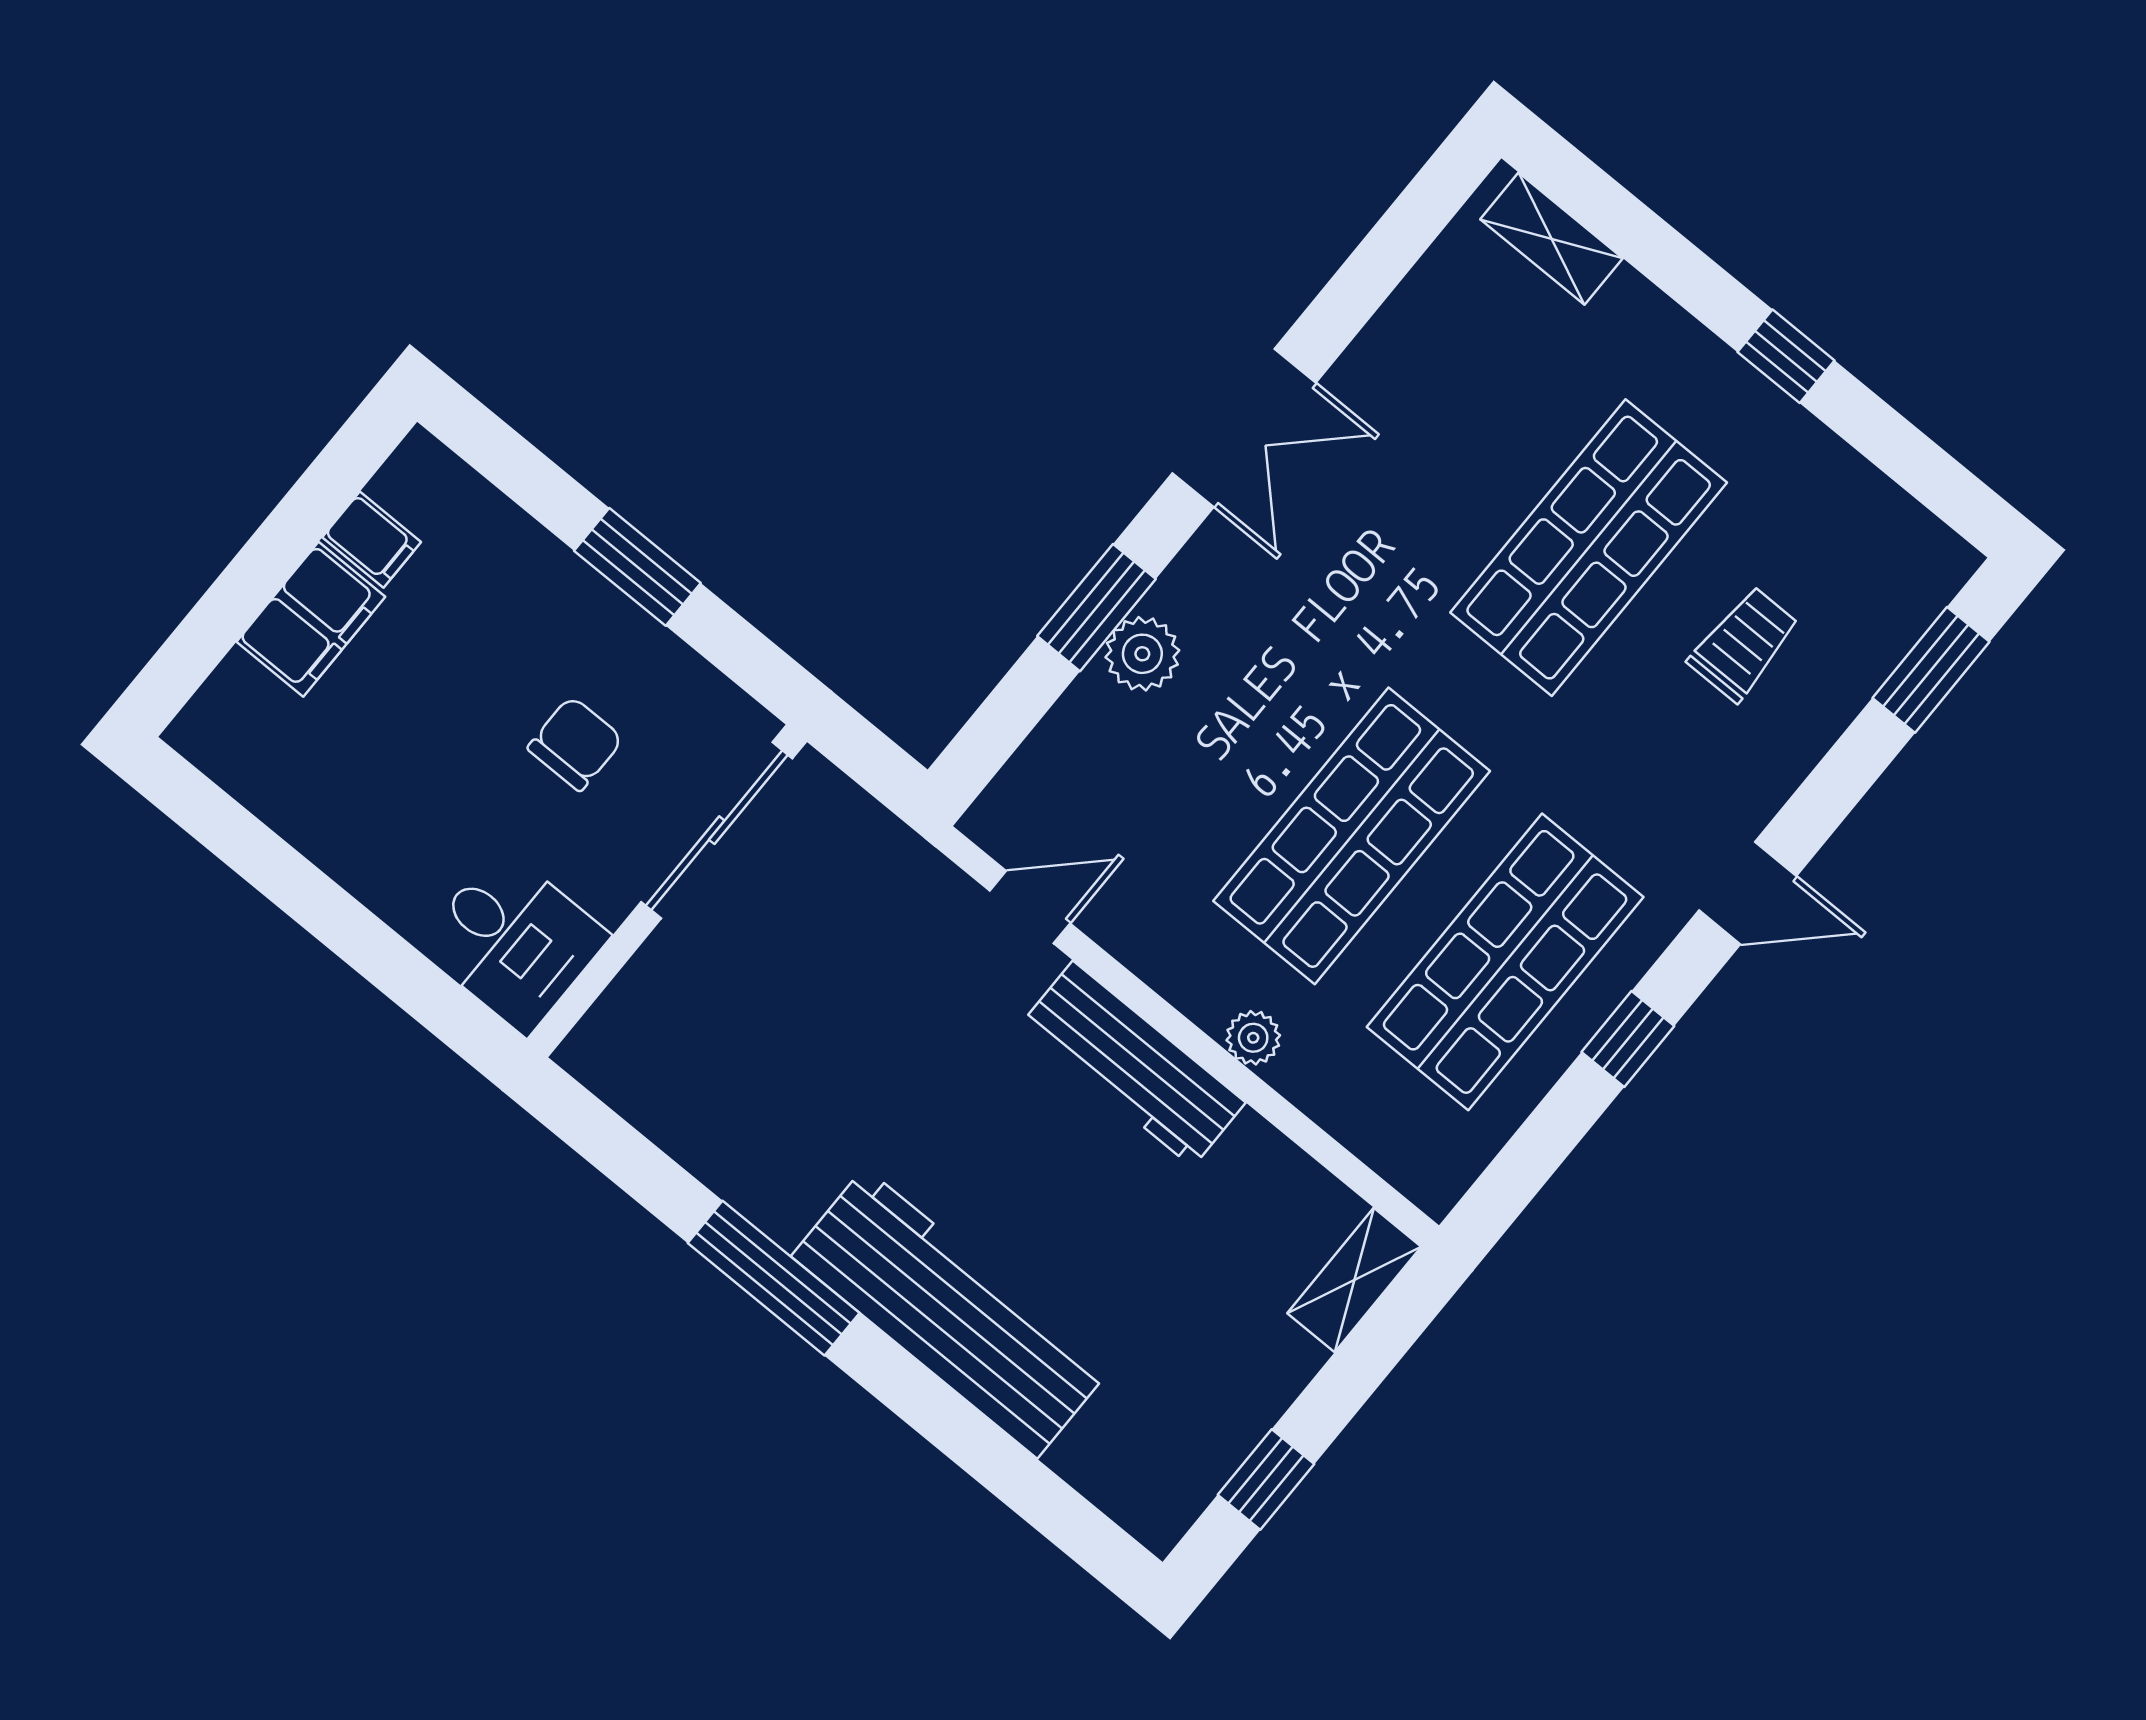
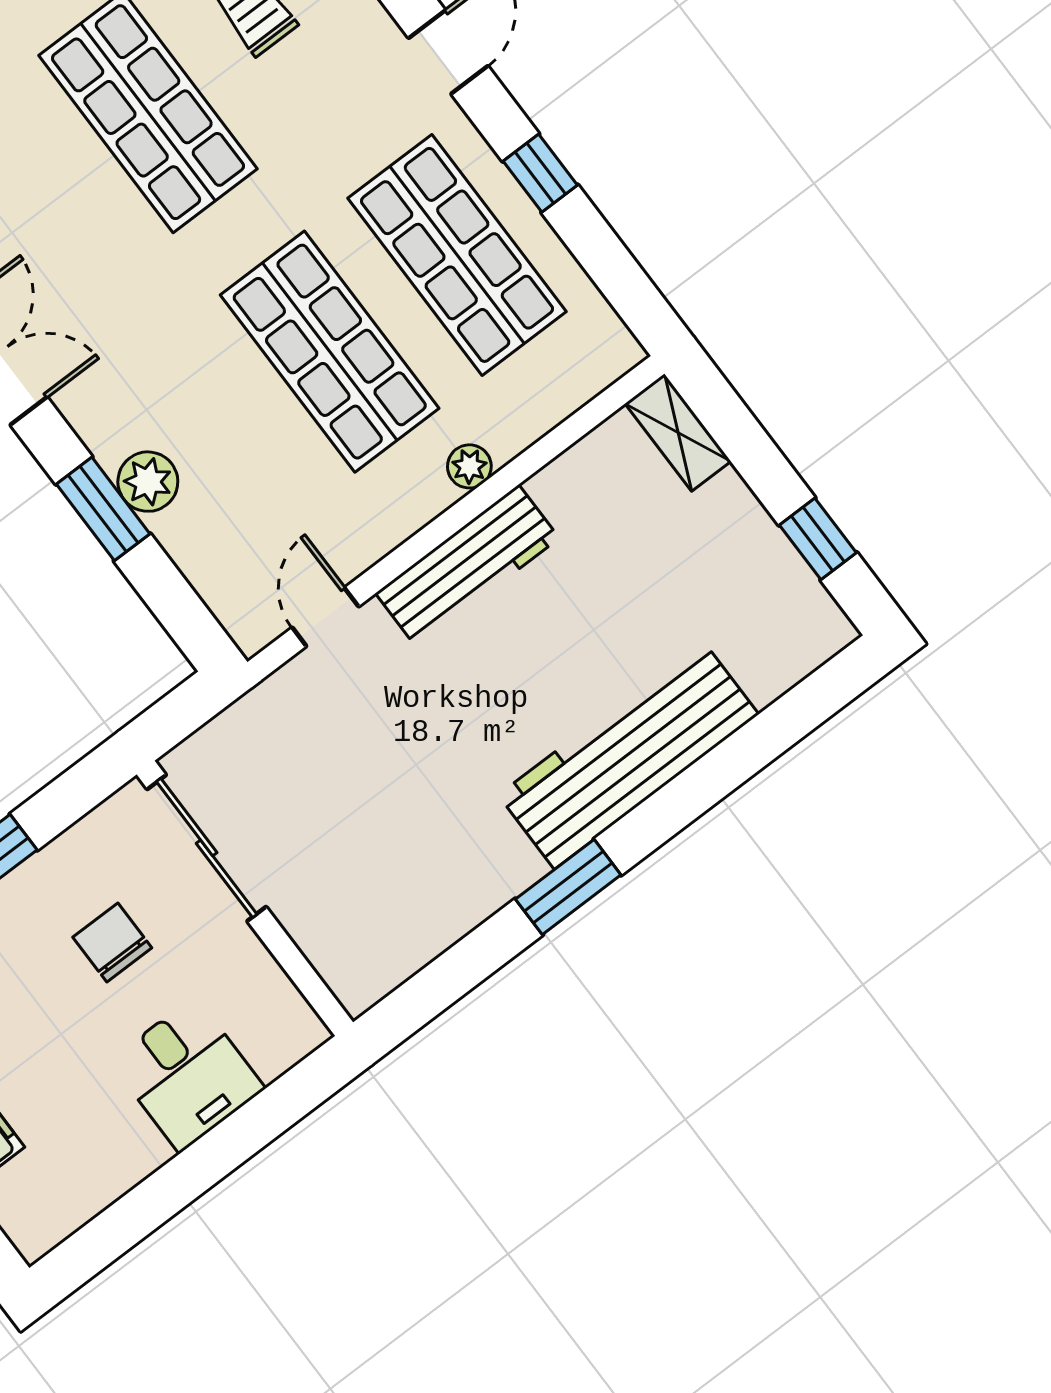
desk: (513, 941) -> (187, 1074), moved, turned 90
window: (774, 1278) -> (568, 887), width x0.69

